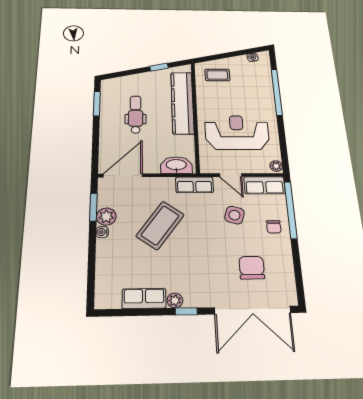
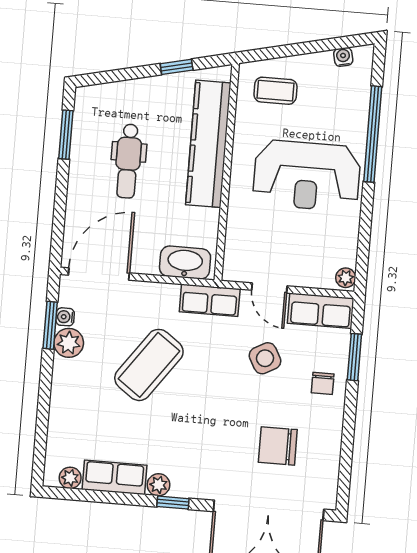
dental chair: (136, 114) -> (128, 161), turned 180
reception desk: (237, 132) -> (307, 176), moved, turned 180
window: (291, 210) -> (354, 357), width x0.47
side table: (234, 215) -> (265, 358), turned 45
water cooler: (102, 232) -> (65, 317), moved
chair: (252, 268) -> (278, 446), turned -90
plant: (113, 302) -> (70, 478), added

